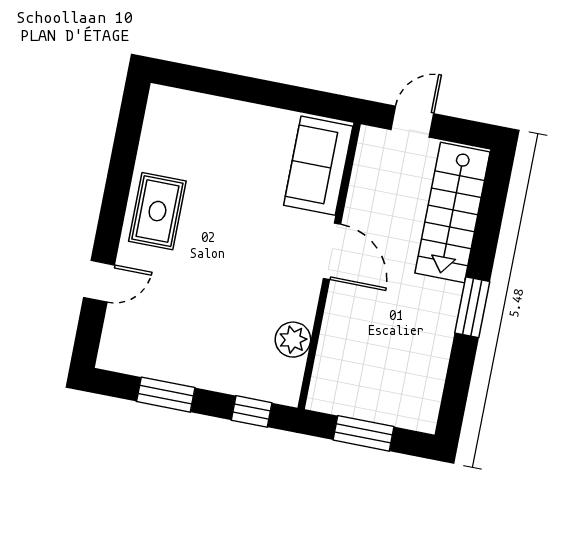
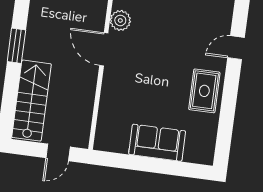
sofa: (318, 166) -> (157, 143), moved, turned -90
door: (332, 251) -> (104, 49), moved

